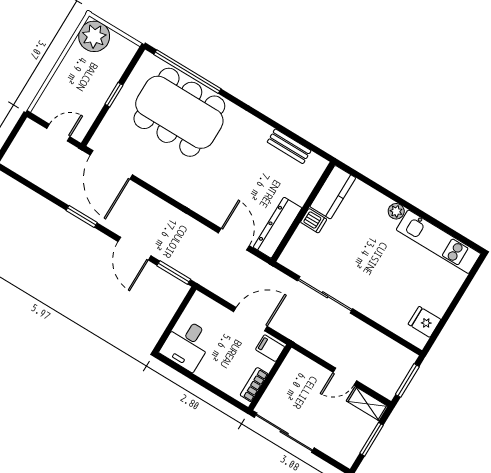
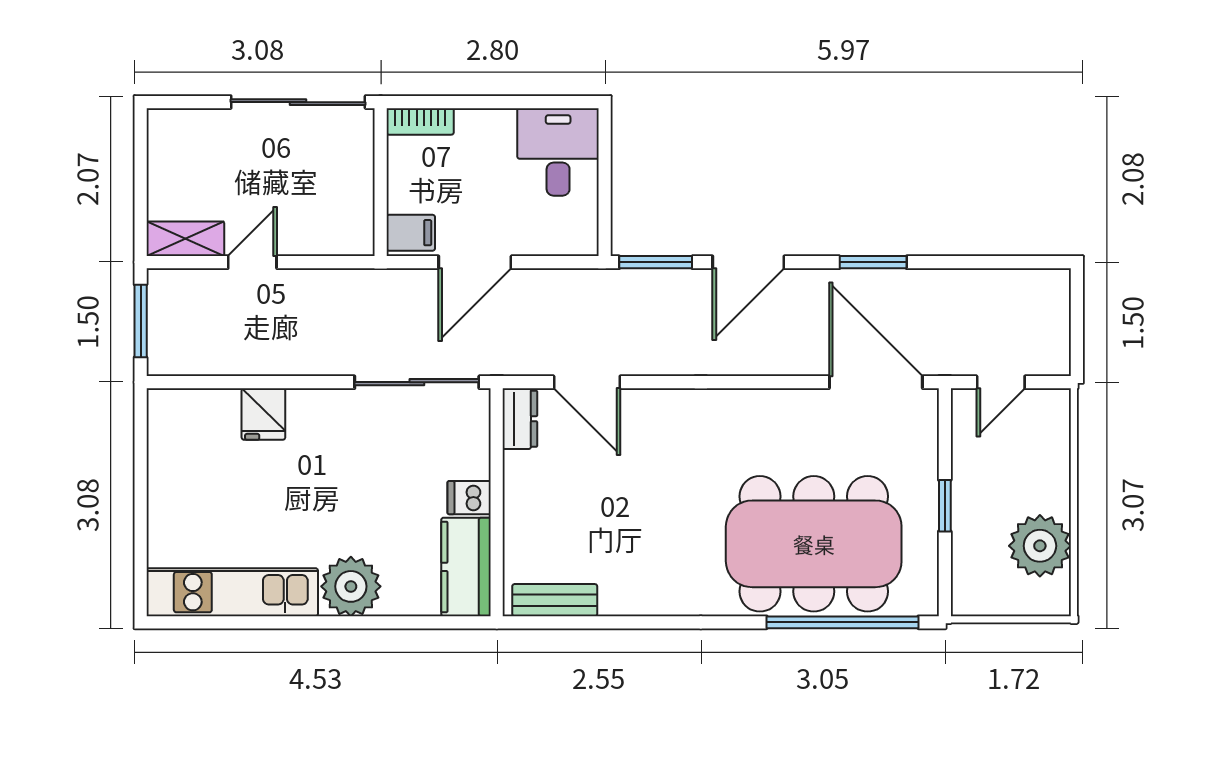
plant: (94, 36) -> (1040, 546), moved
bench: (289, 146) -> (555, 600), moved
plant: (396, 211) -> (351, 586), width x1.87, depth x1.87
dresser: (278, 228) -> (520, 419), width x0.51, depth x0.80
door: (134, 249) -> (748, 262), swing flipped
sliding door: (325, 295) -> (417, 382), moved
fridge: (424, 322) -> (263, 414), moved, turned 90
bookcase: (254, 385) -> (420, 121), moved, turned 90
window: (372, 439) -> (141, 182), removed

